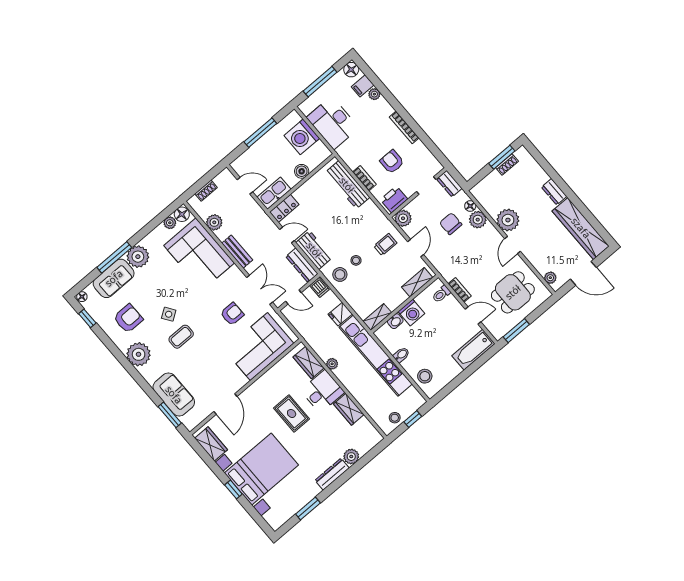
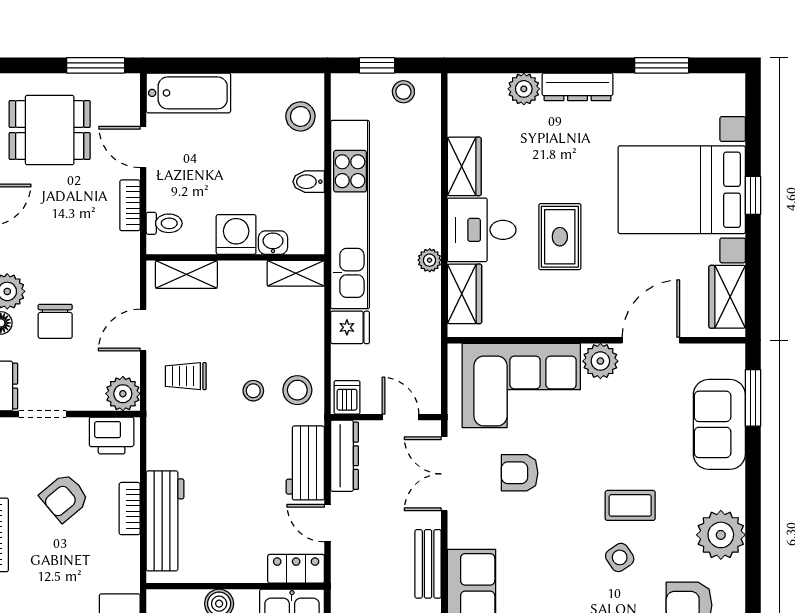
armchair: (392, 162) -> (64, 498), turned 50
plant: (238, 380) -> (600, 361), added

